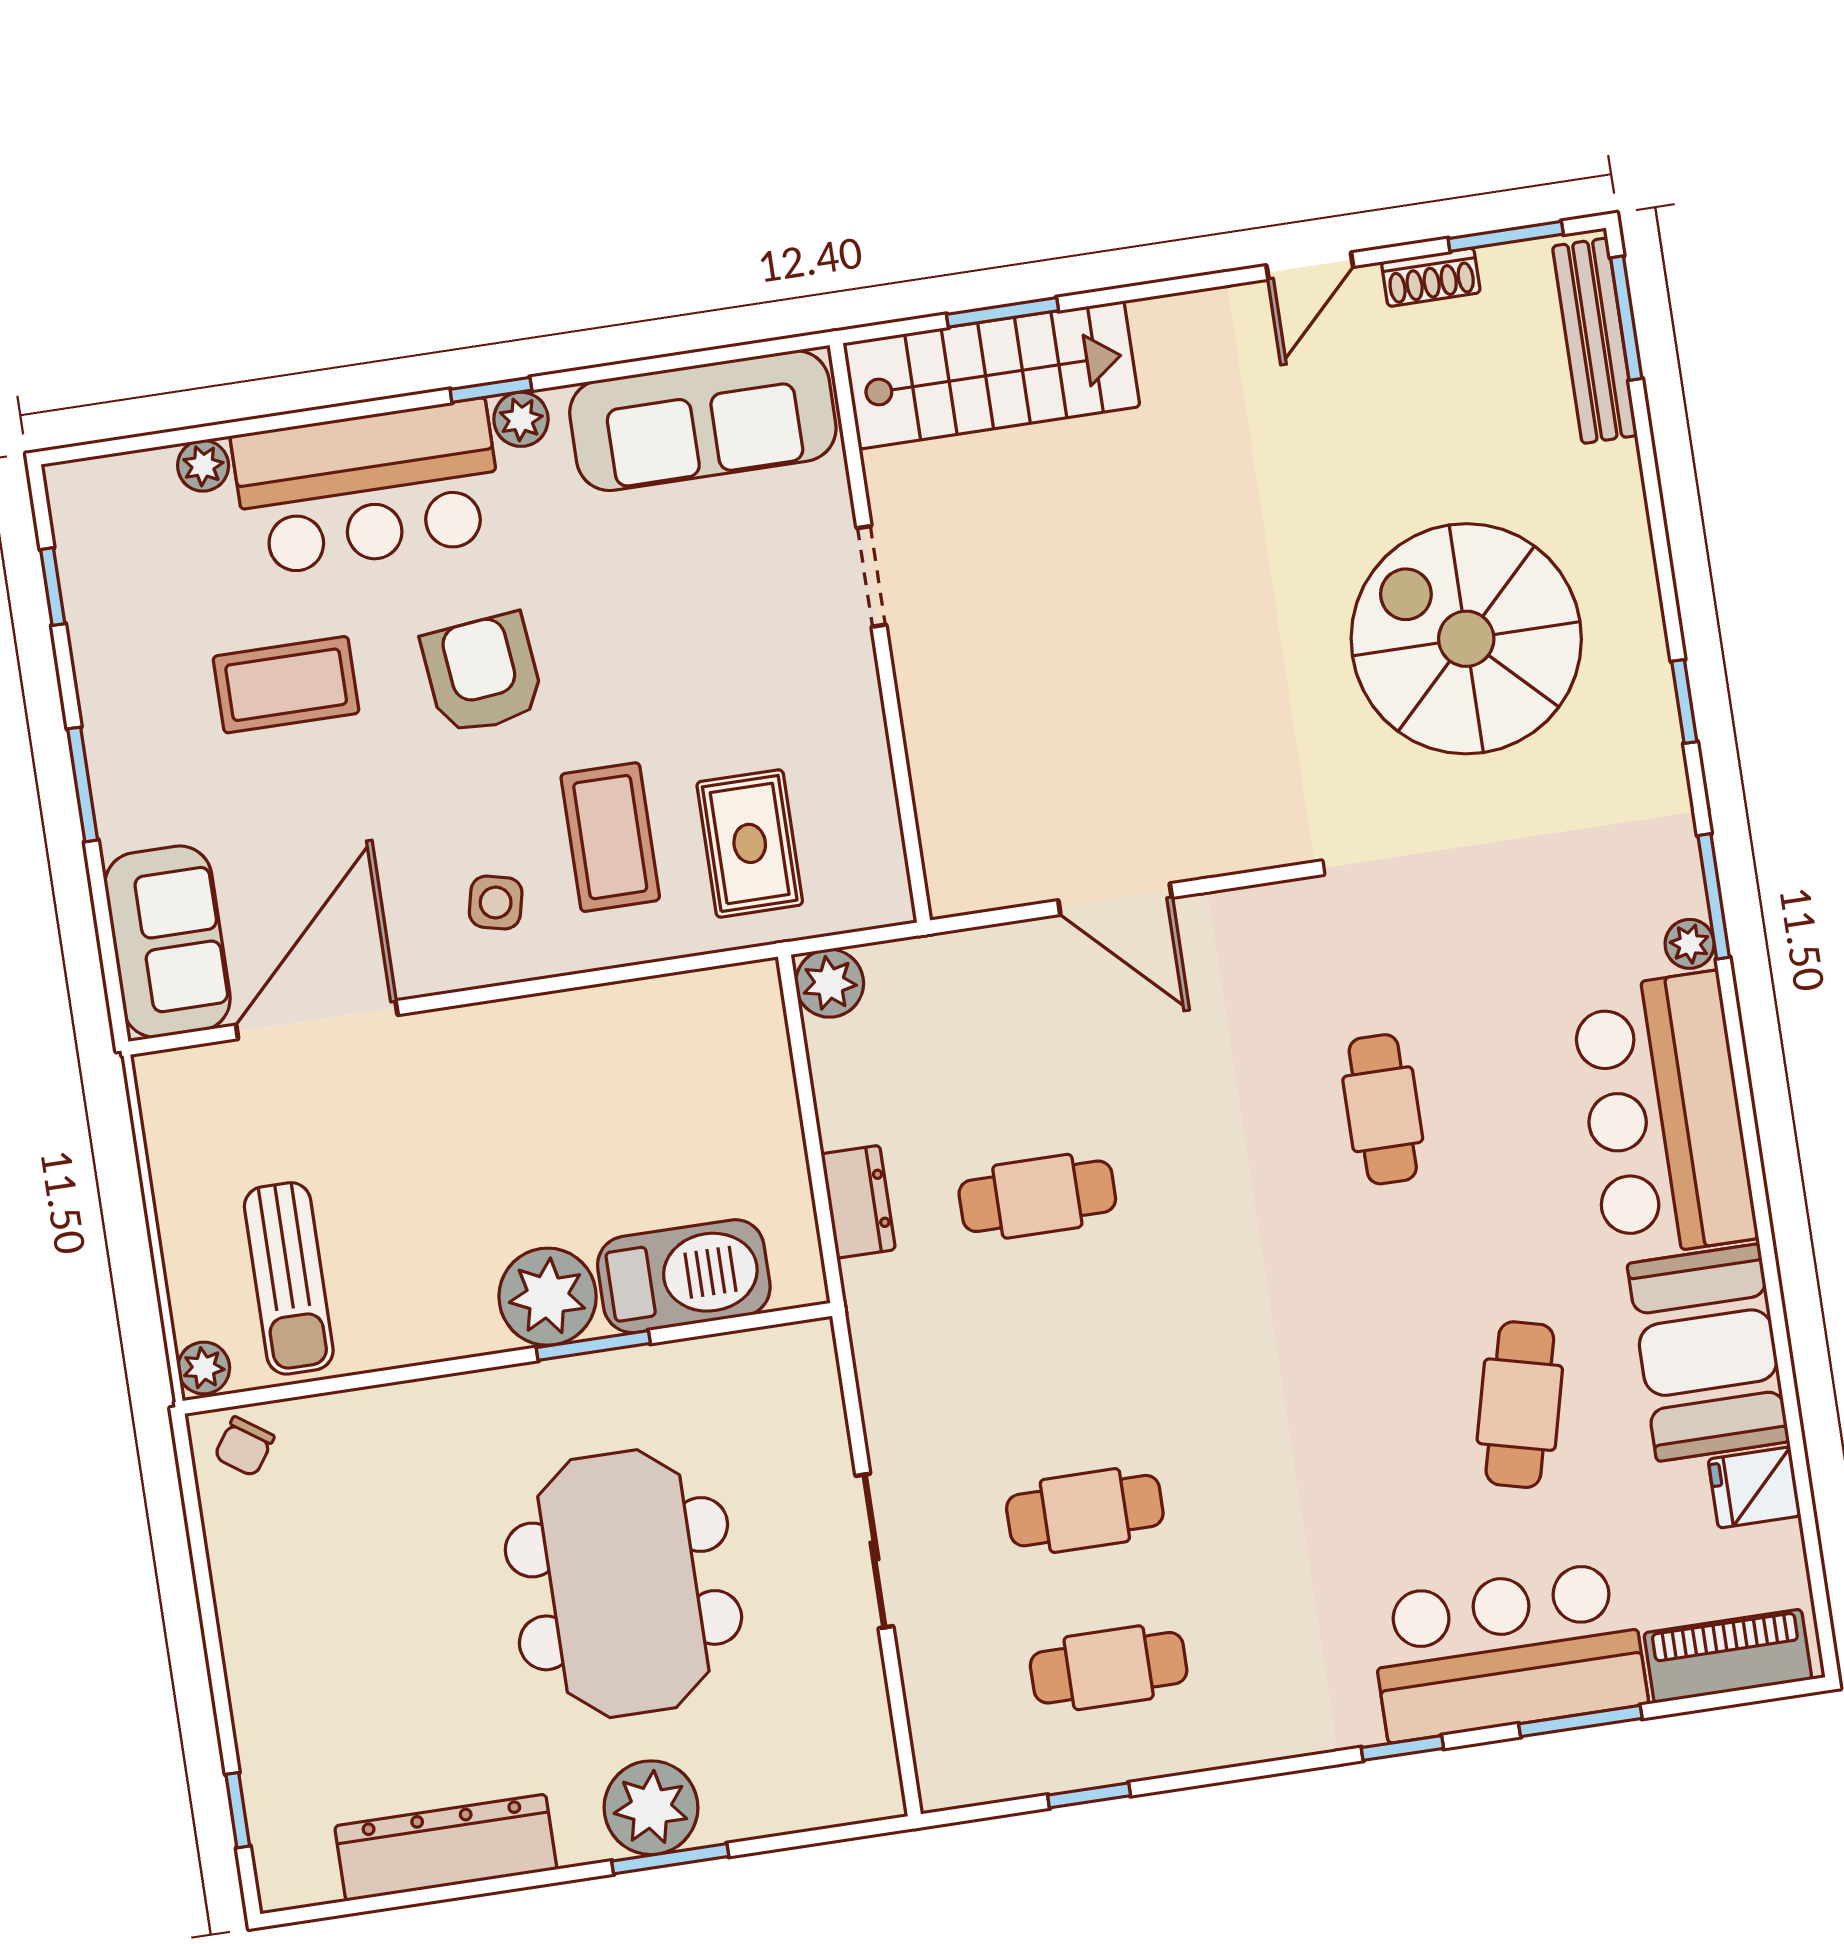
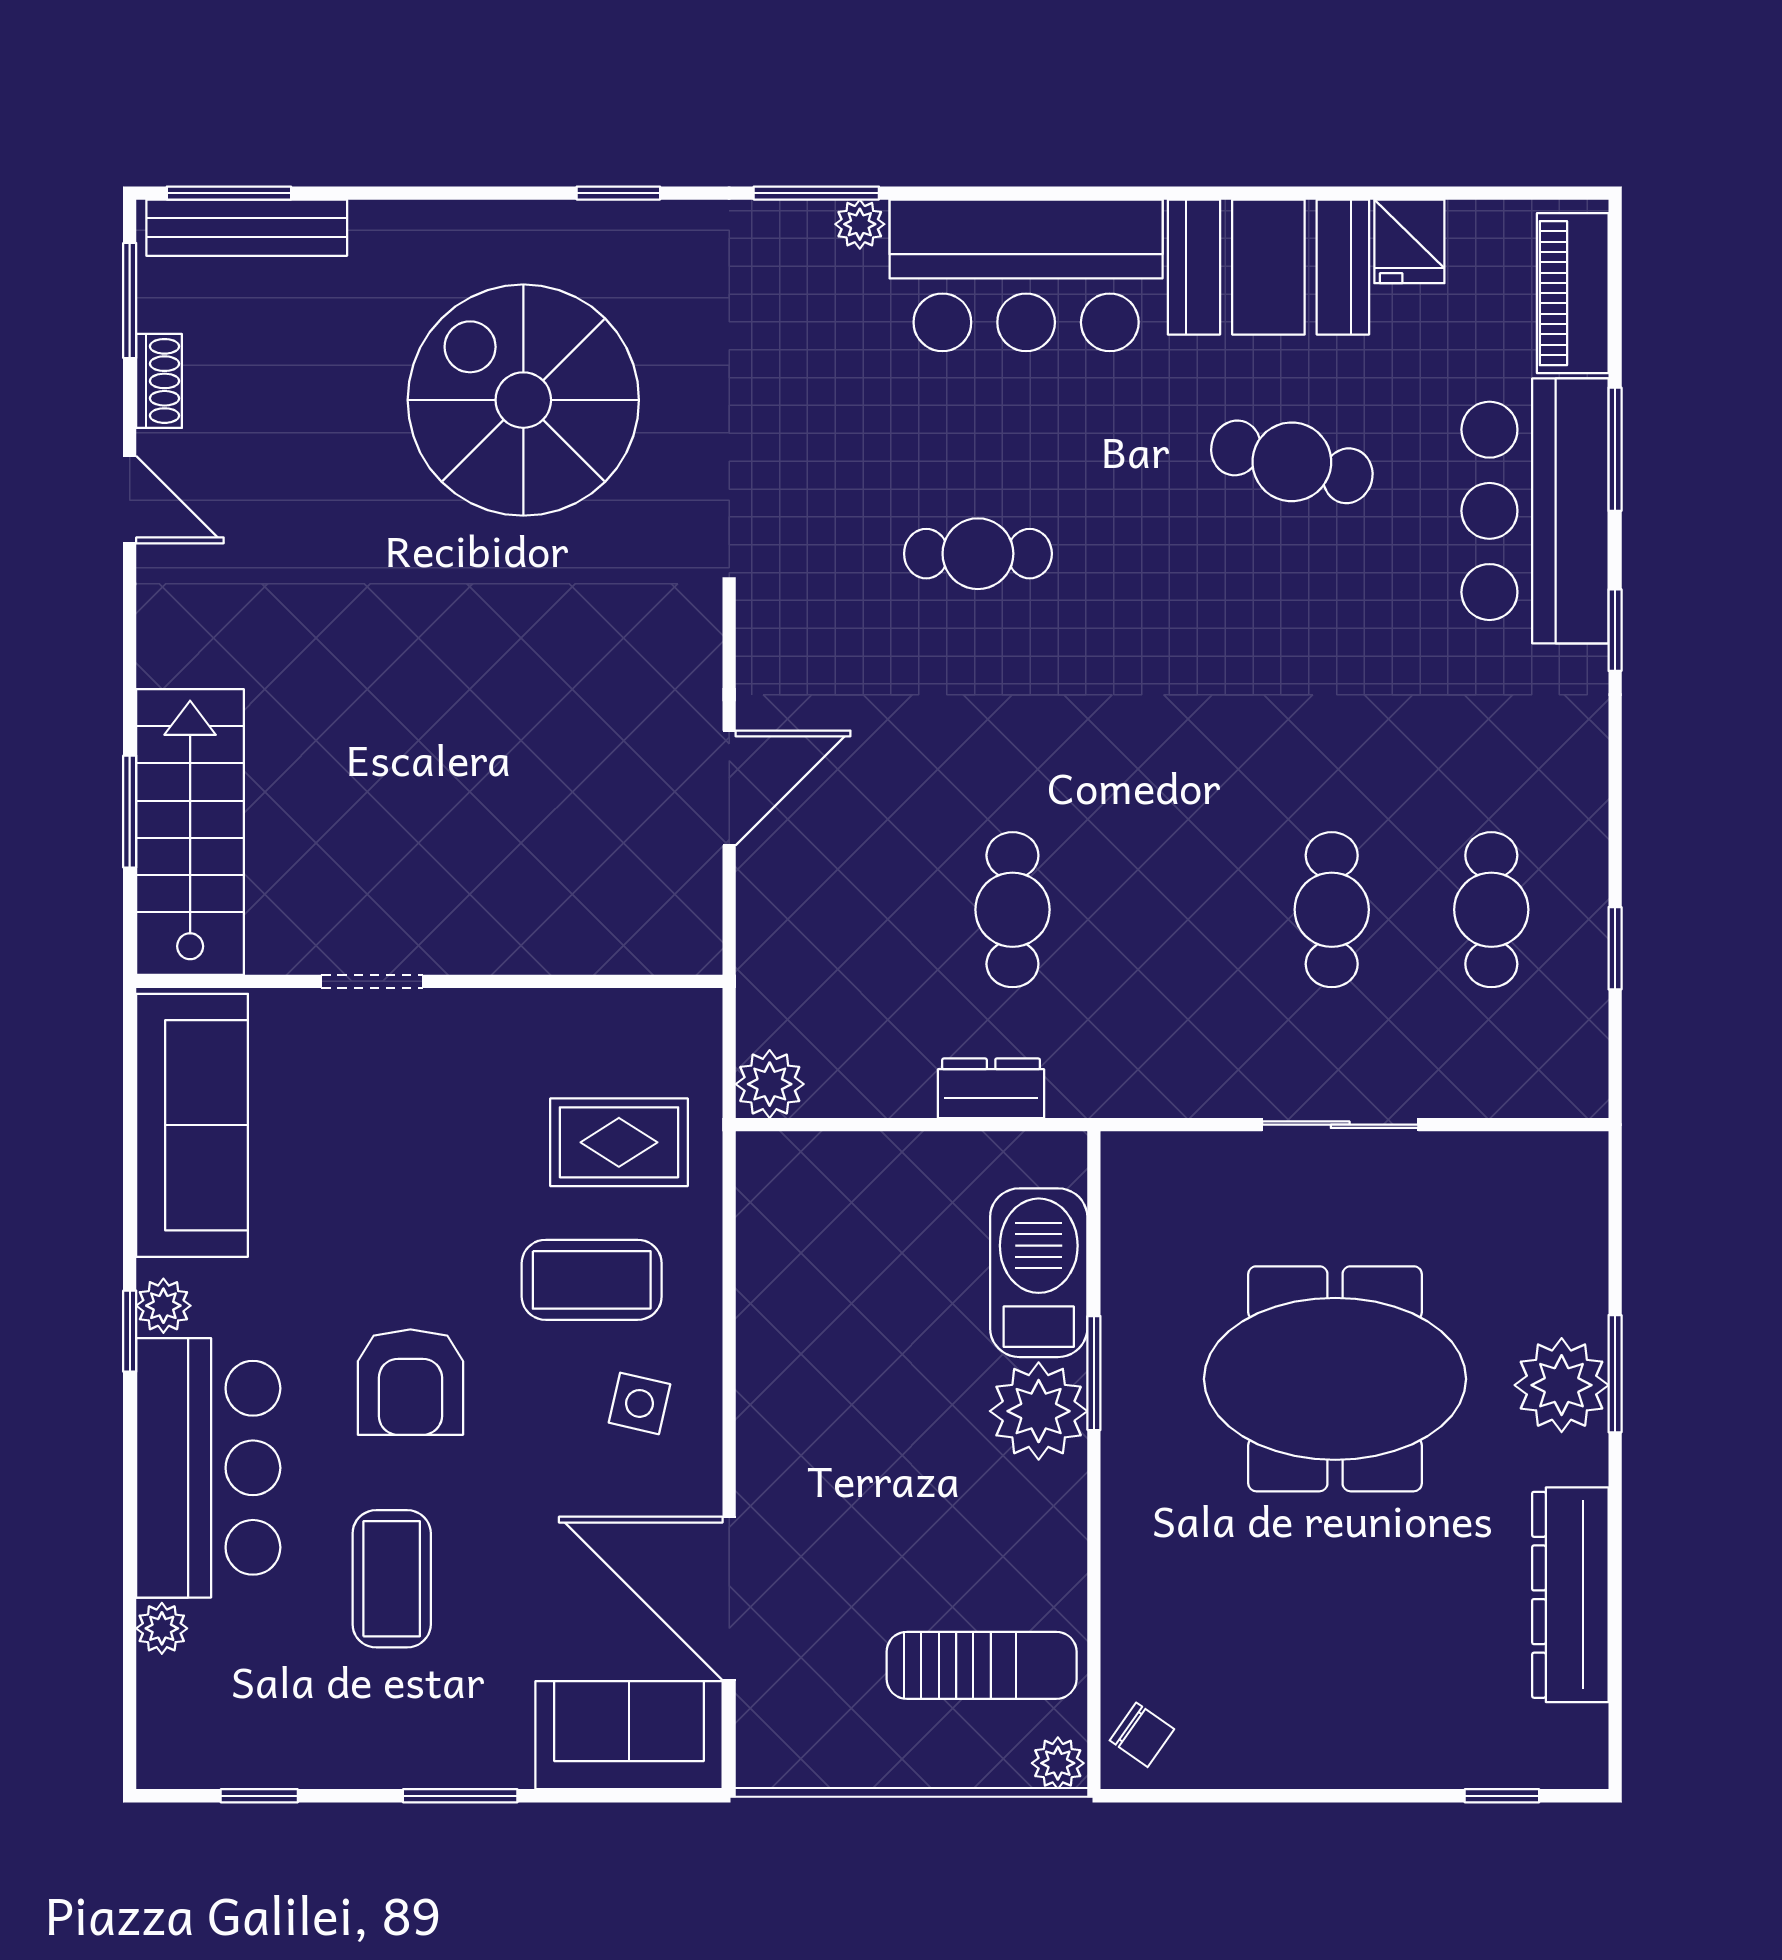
spiral stairs: (1466, 639) -> (523, 400), turned 90
armchair: (483, 674) -> (410, 1382), turned -84

